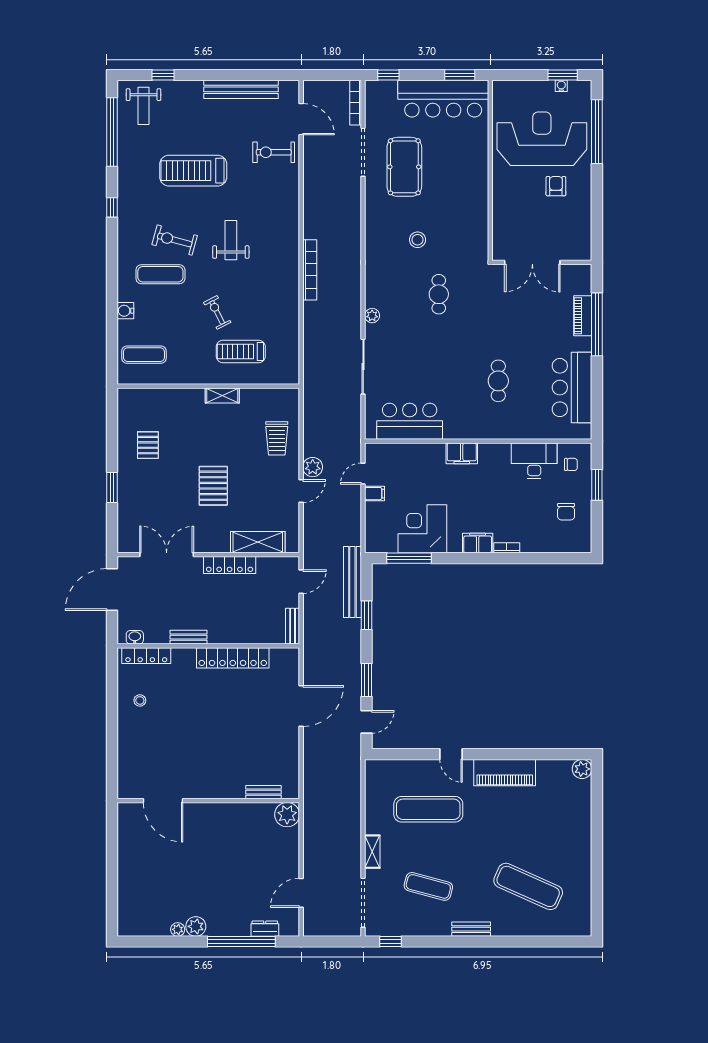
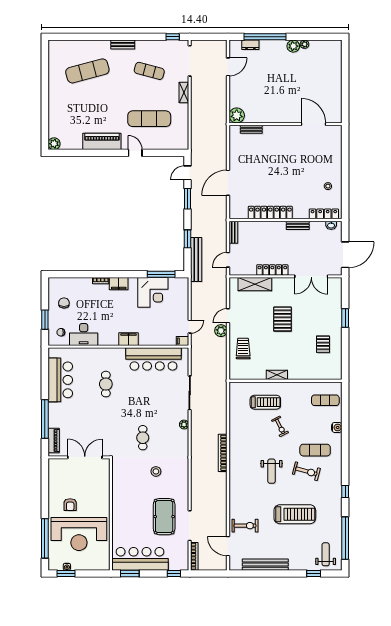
piano: (583, 316) -> (54, 440), moved
bar counter: (410, 421) -> (153, 359), width x1.36
filing cabinet: (375, 494) -> (182, 341), moved
exercise mat: (528, 886) -> (87, 71), turned -39

